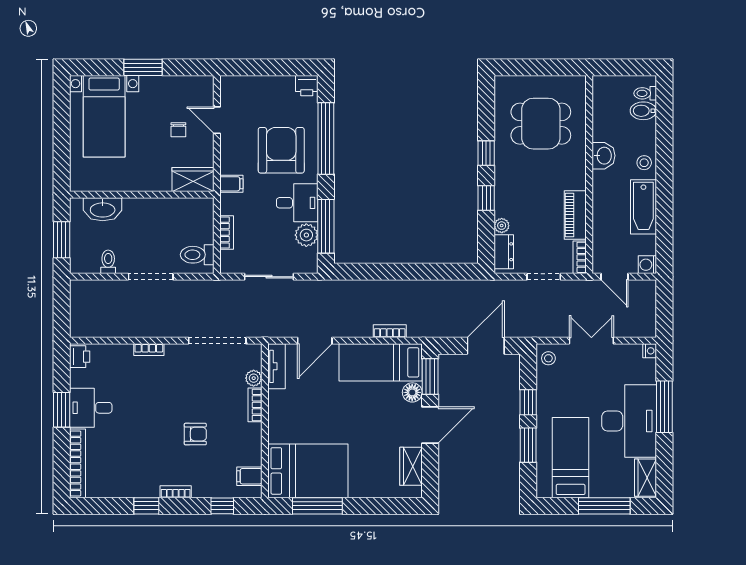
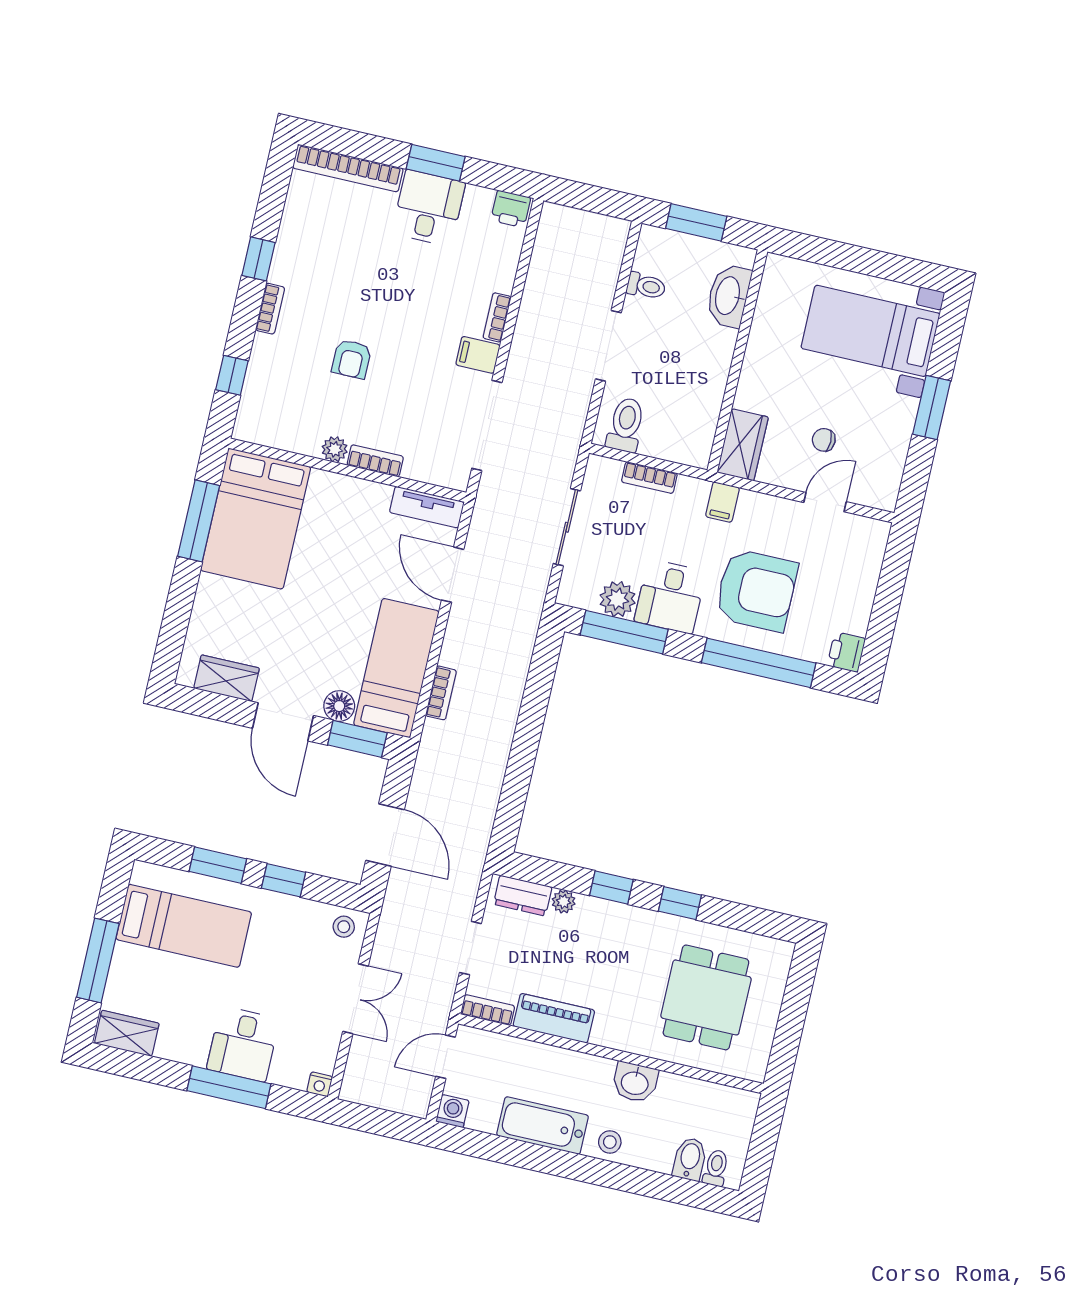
plant: (254, 378) -> (335, 449), moved
desk: (629, 421) -> (243, 1044), width x0.53, depth x0.77
filing cabinet: (249, 476) -> (478, 355), moved, turned -90

